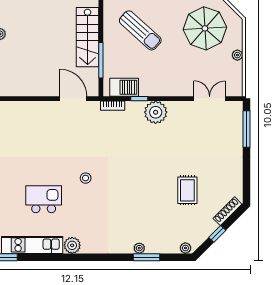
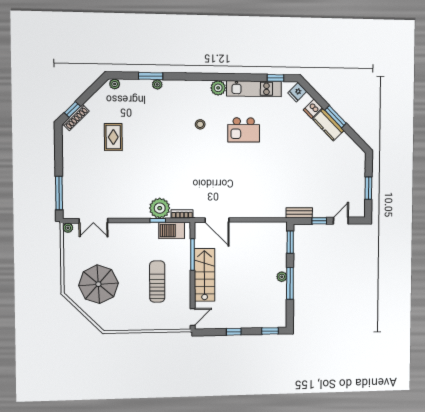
sun lounger: (140, 30) -> (157, 282), turned 48
plant: (237, 55) -> (68, 228), moved
plant: (156, 112) -> (160, 208), moved
stool: (86, 178) -> (200, 124), moved
window: (217, 234) -> (72, 109), moved

